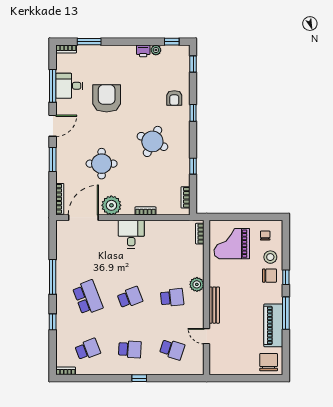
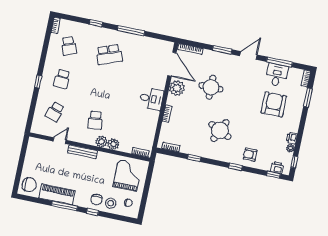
printer: (183, 61) -> (277, 168), added
armchair: (107, 98) -> (274, 104), moved, turned -90
door: (53, 126) -> (248, 55), swing flipped
plant: (197, 269) -> (113, 144), added
school desk: (130, 298) -> (102, 87), removed

